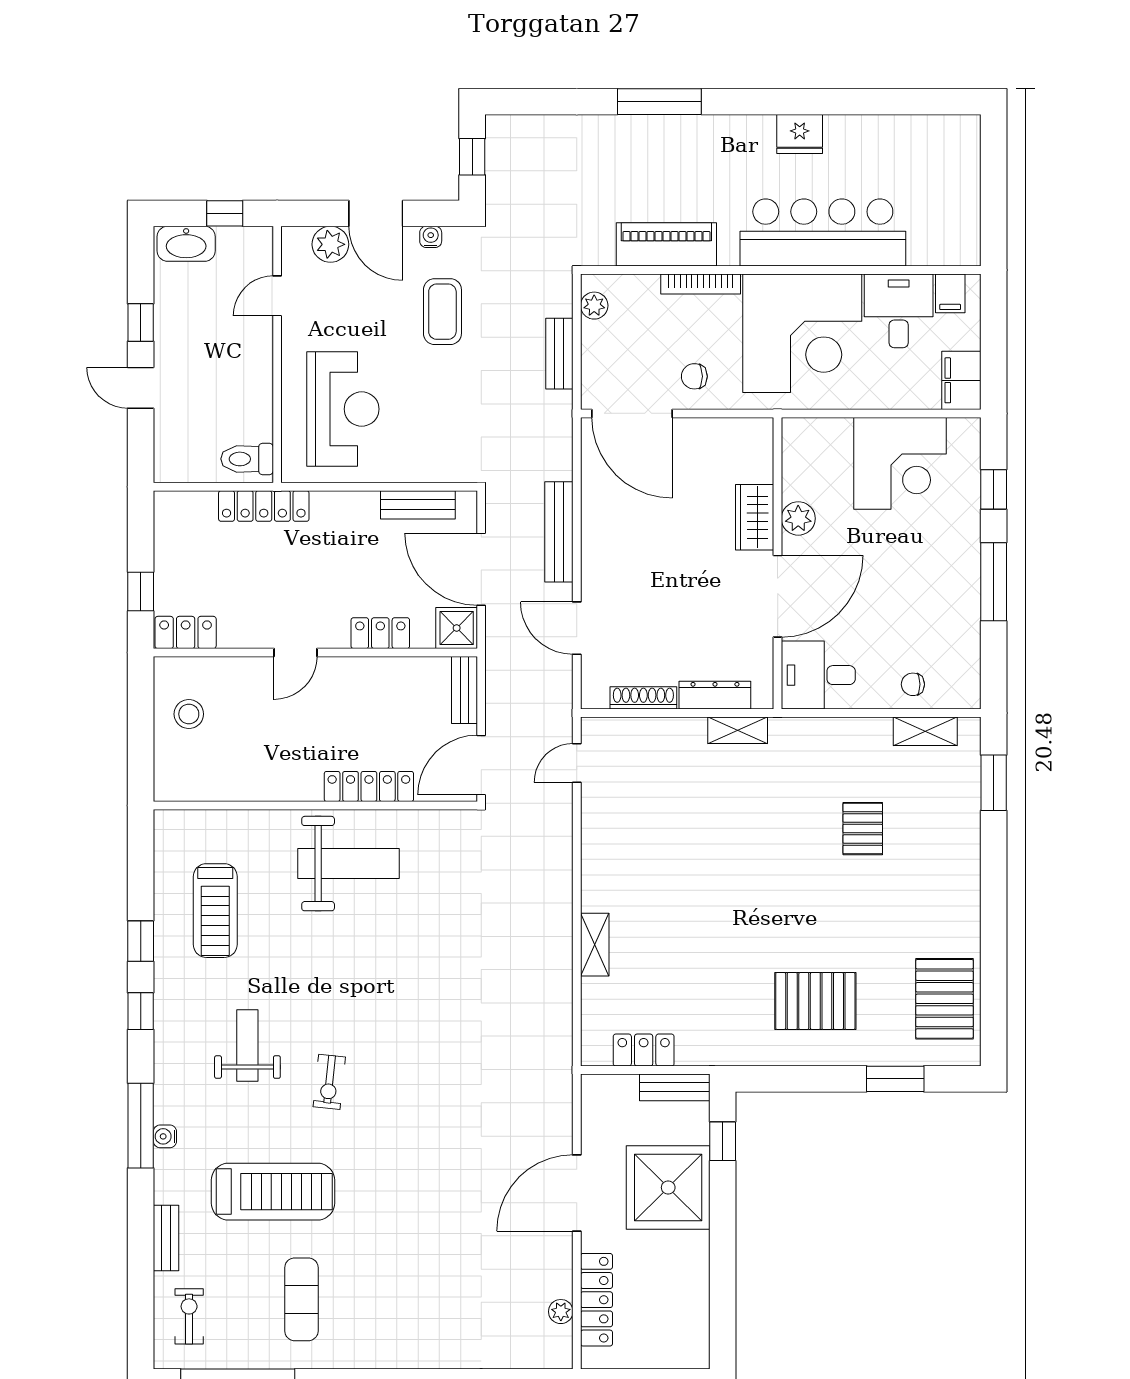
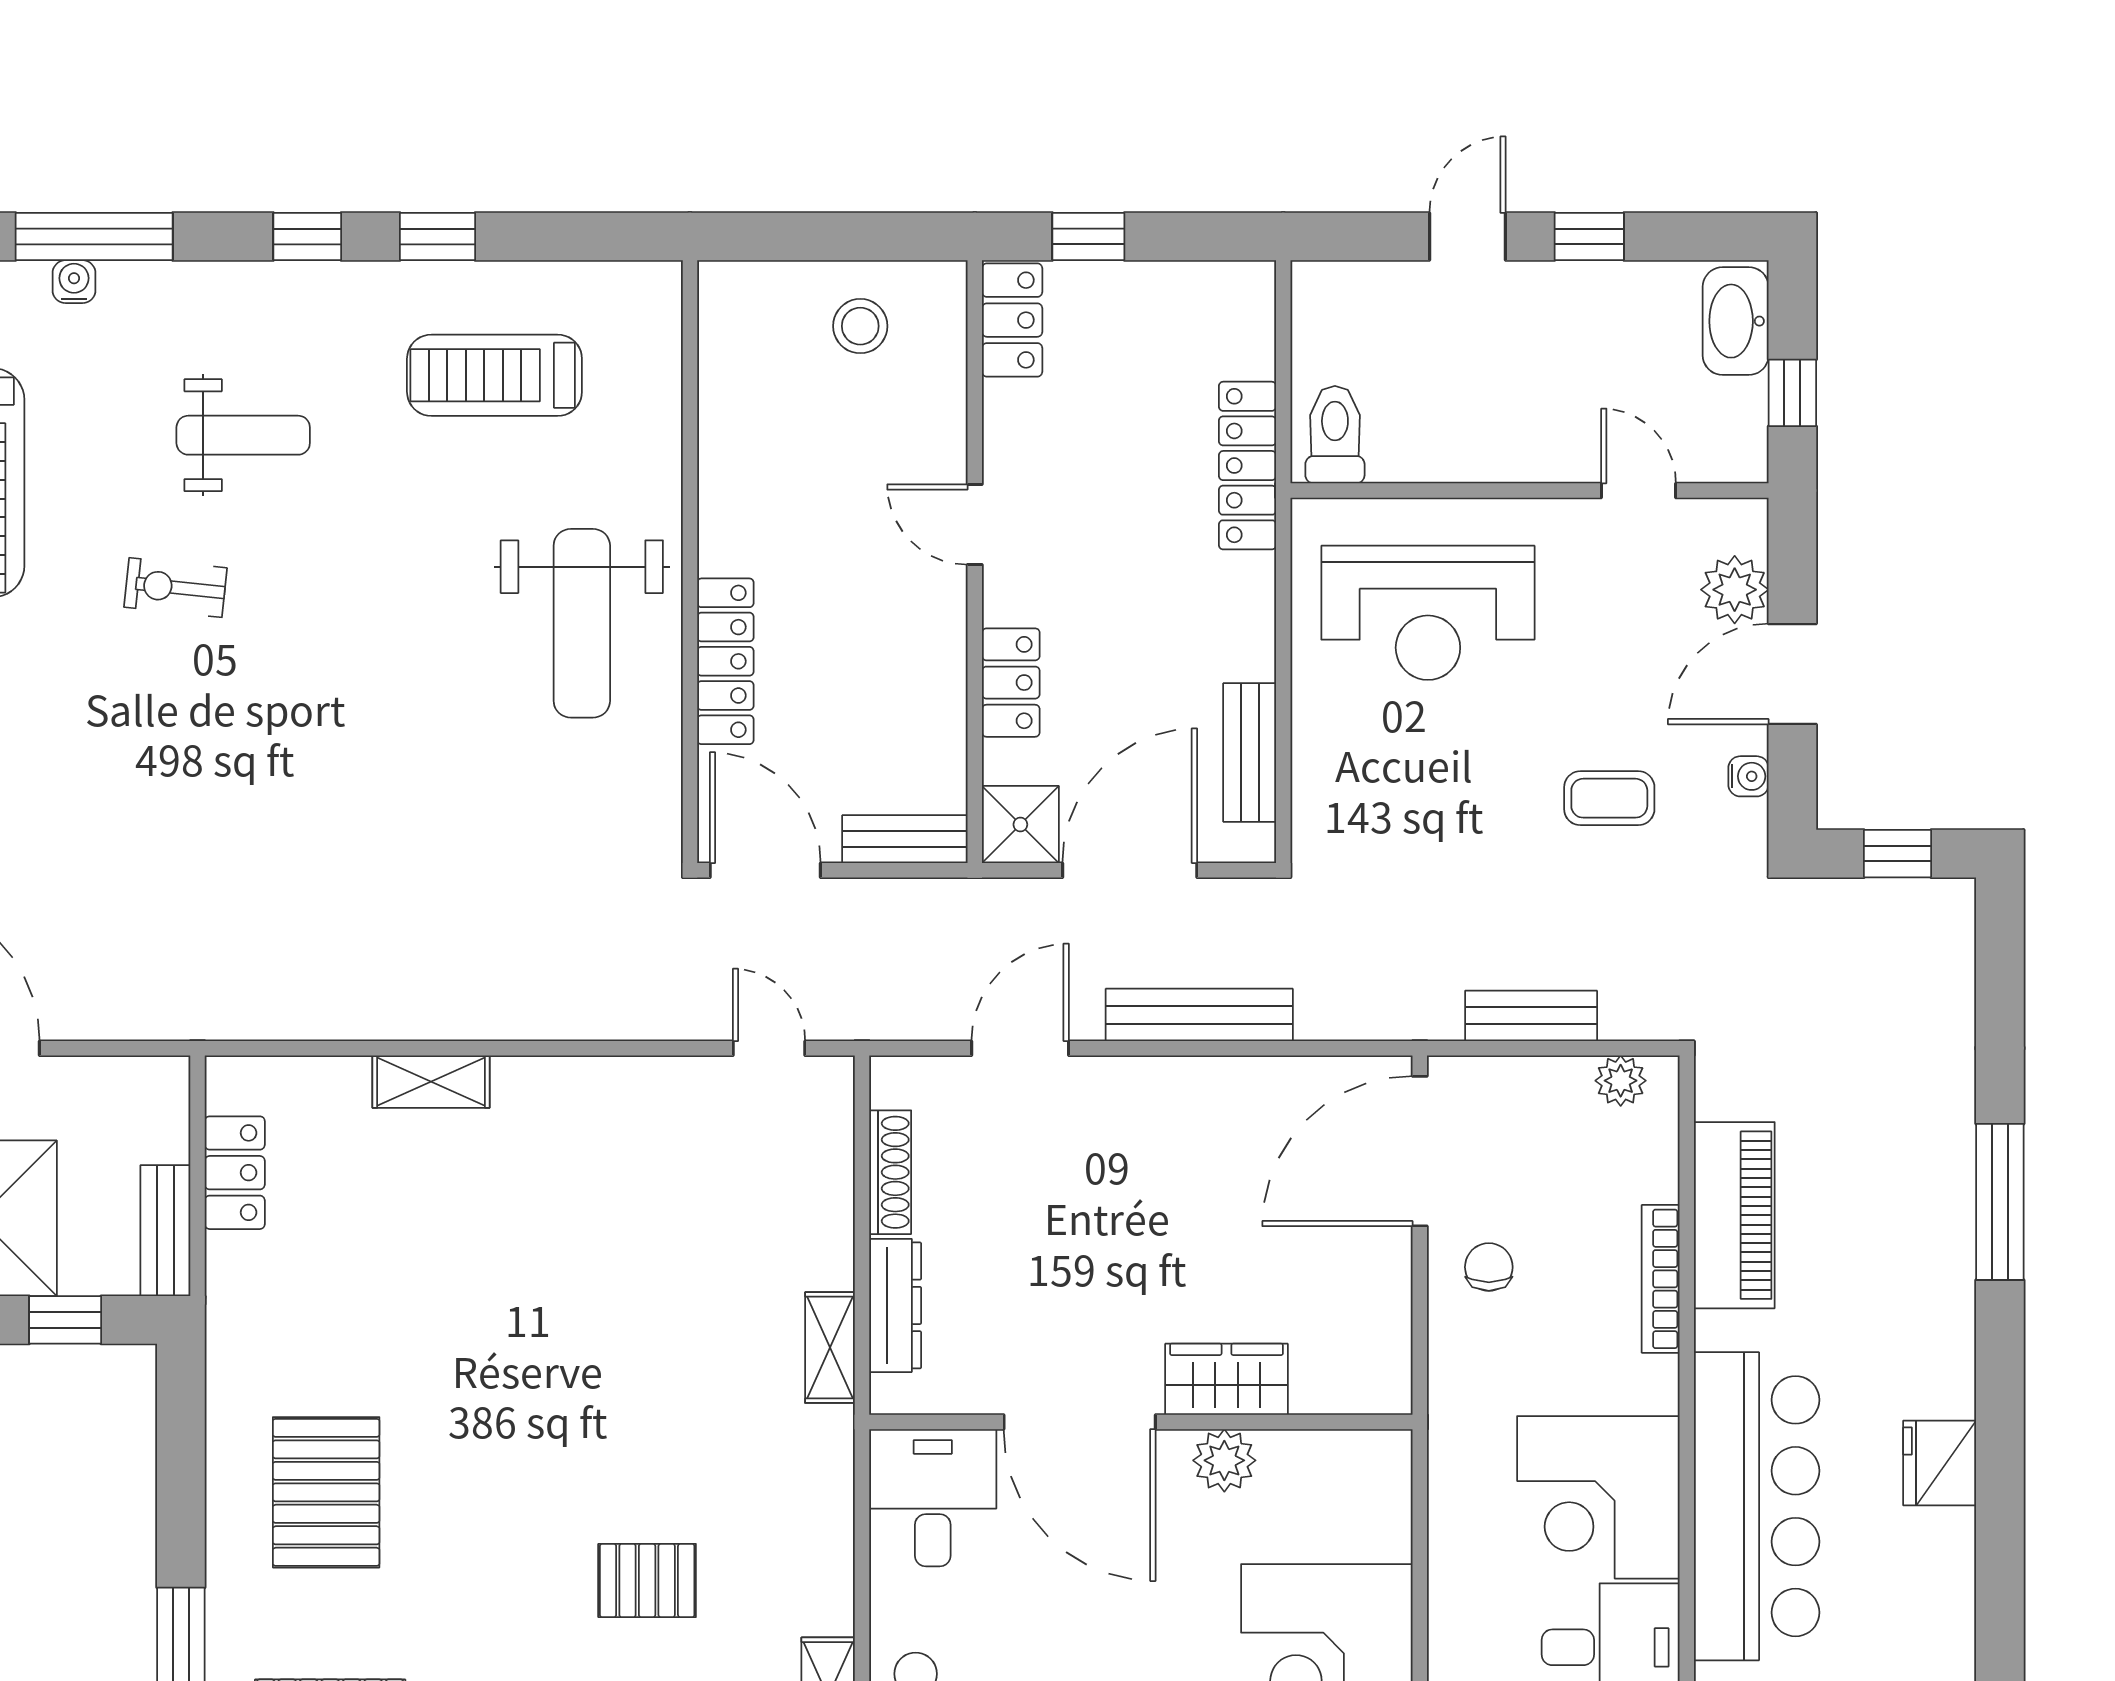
coffee table: (442, 312) -> (1609, 798), width x0.73, depth x0.77
corner desk: (802, 333) -> (1598, 1497), width x0.74, depth x0.74

